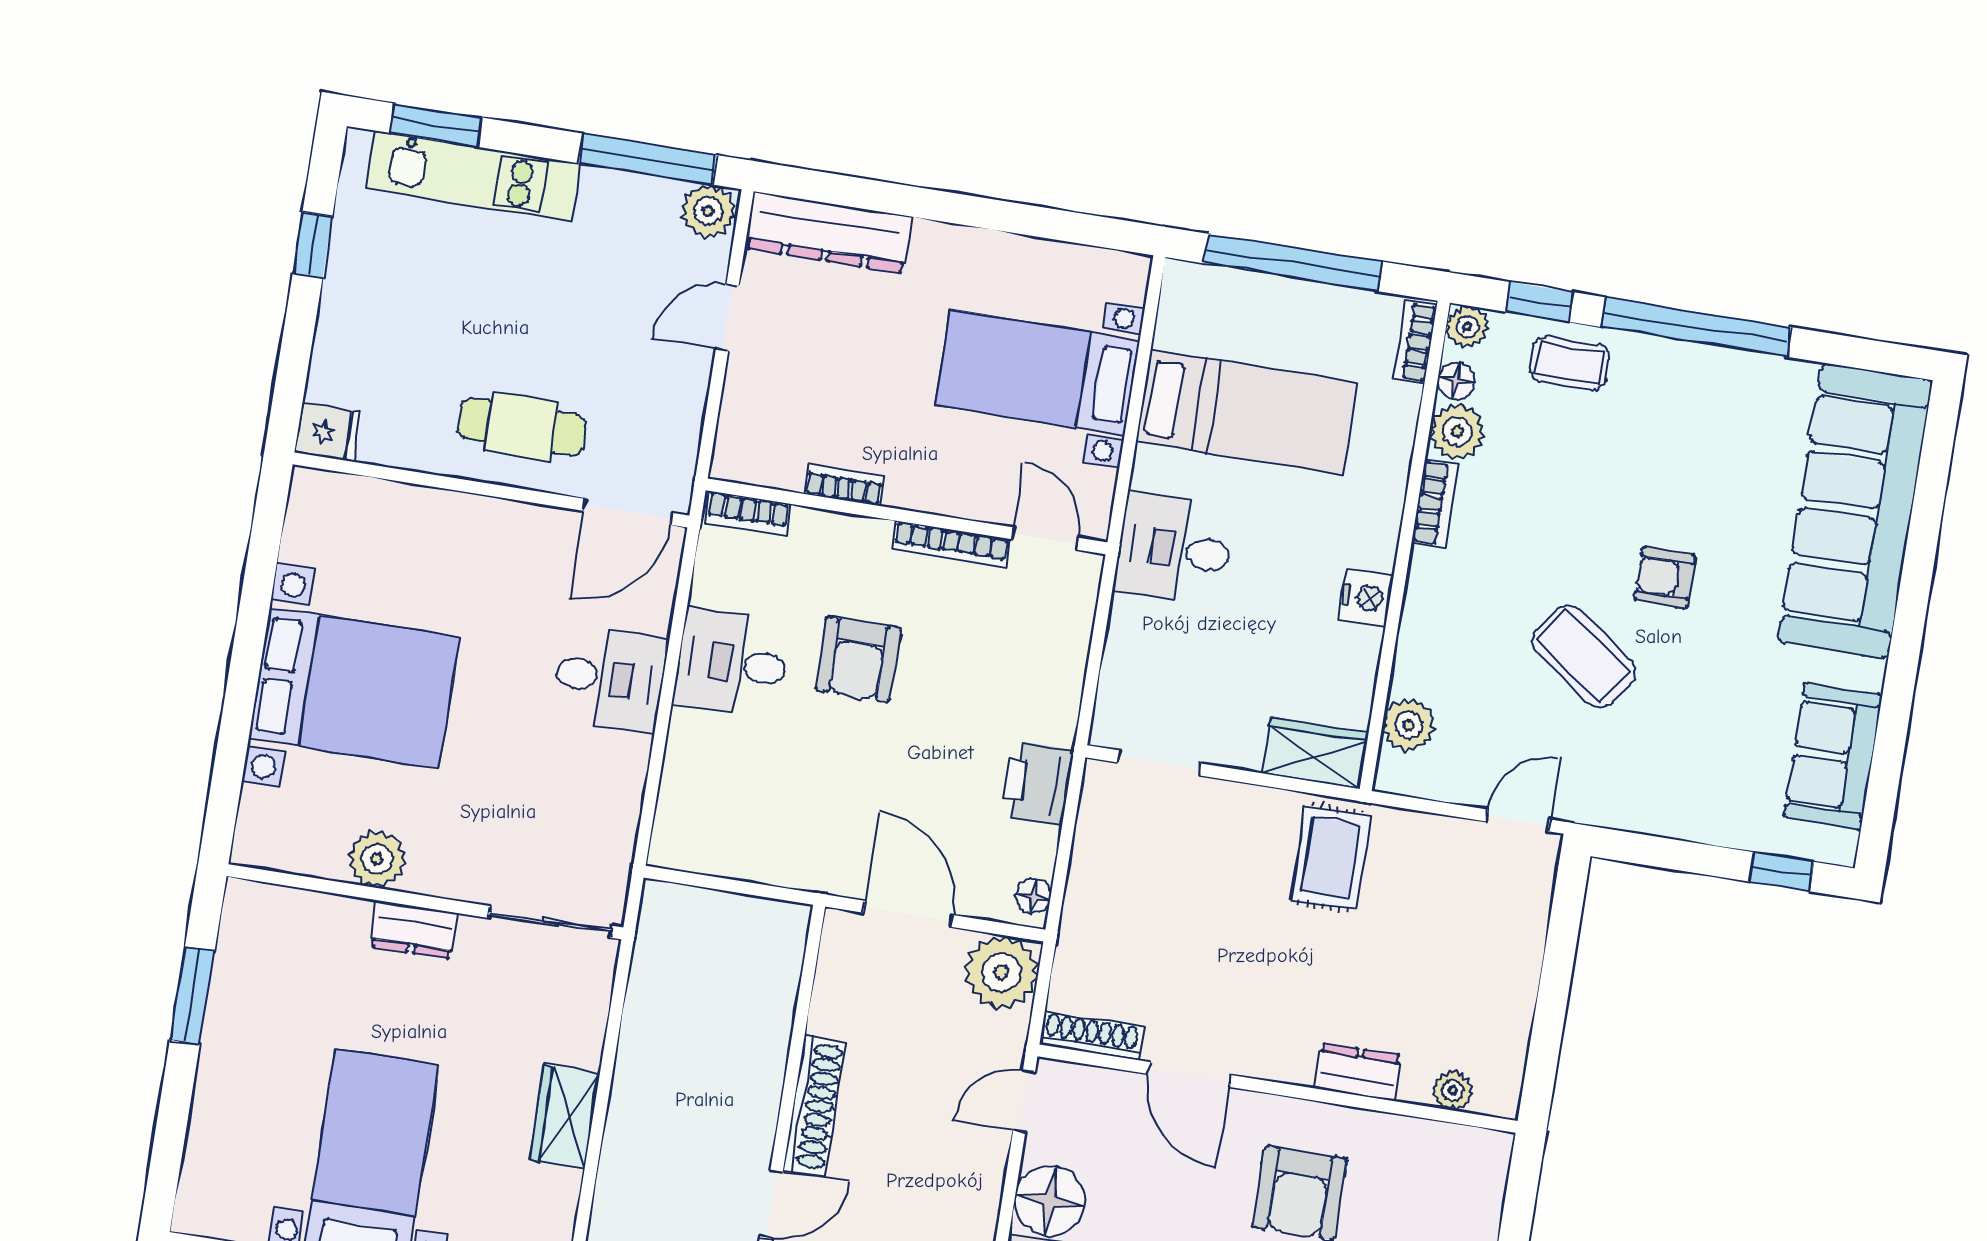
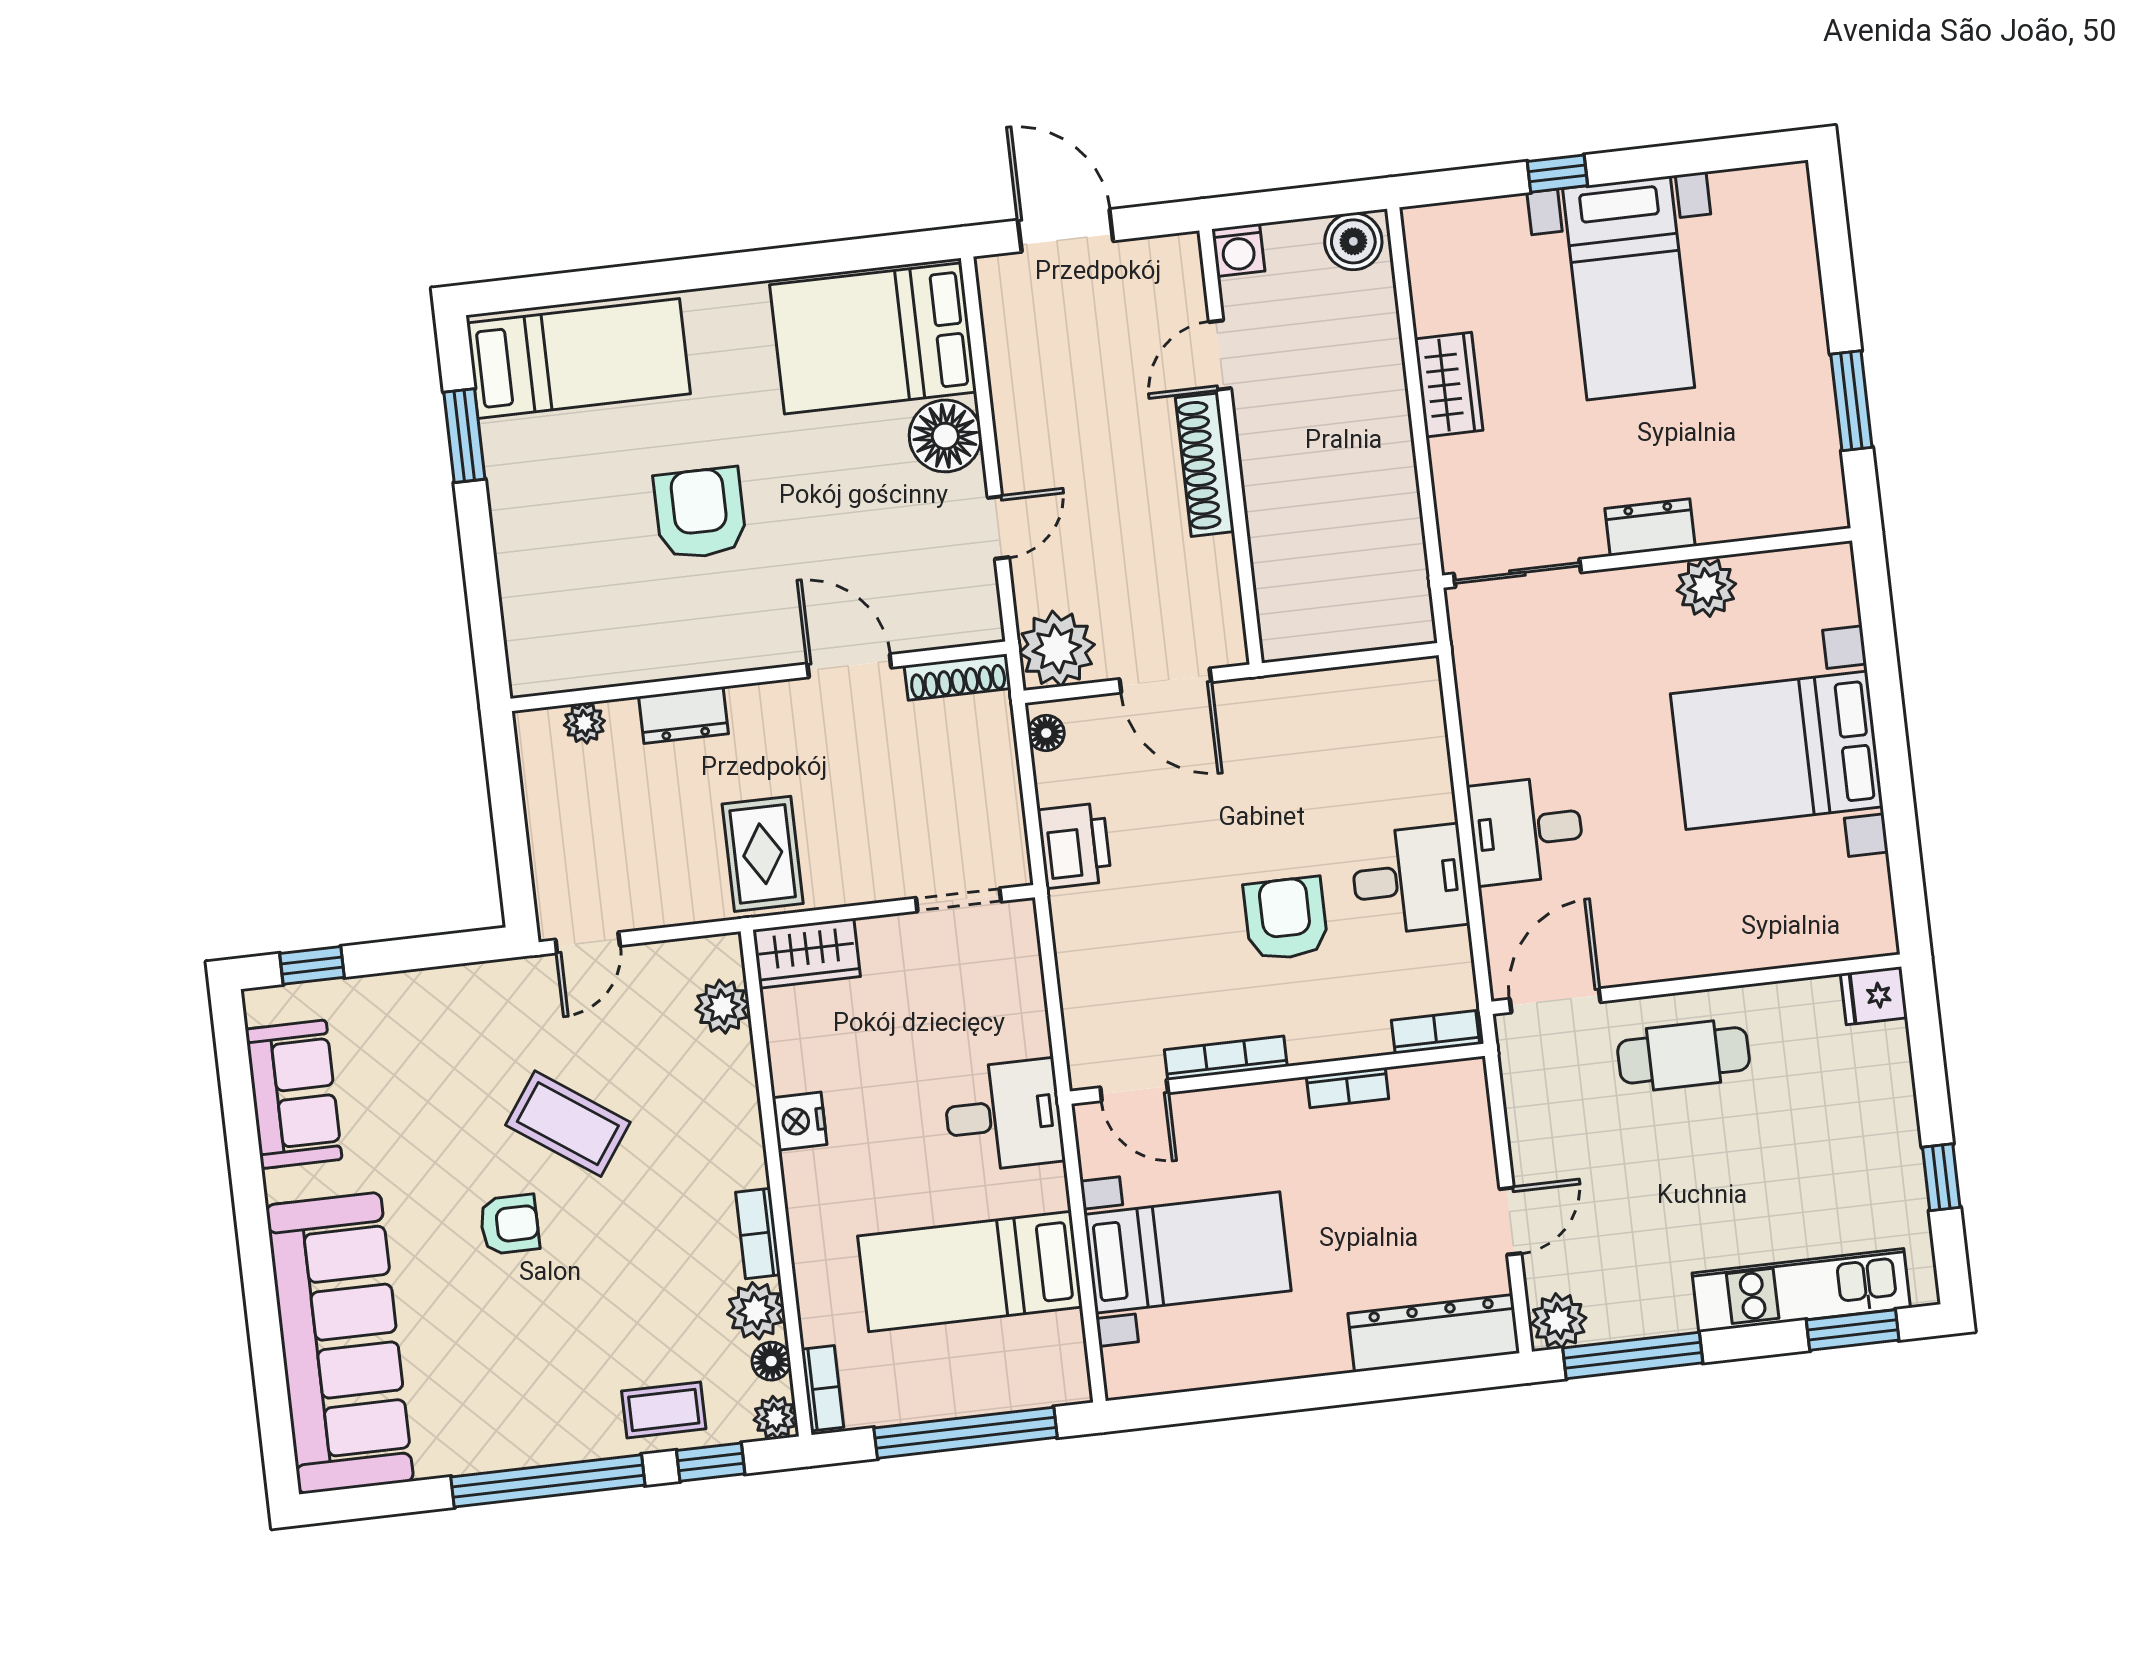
shoe rack: (1091, 1036) -> (958, 677), moved
dresser: (1358, 1072) -> (684, 715), moved
door: (1190, 1075) -> (849, 666), moved
wall: (1277, 1089) -> (758, 676), moved
plant: (1453, 1091) -> (584, 723), moved

